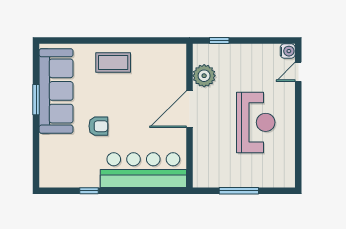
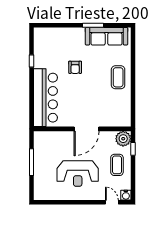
coffee table: (243, 64) -> (117, 165), added
plant: (204, 76) -> (123, 139), moved
sofa: (56, 91) -> (106, 36), width x0.74, depth x0.79
door: (190, 109) -> (87, 129), swing flipped

